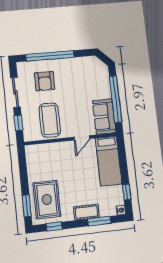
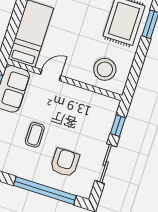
coffee table: (50, 120) -> (35, 135), moved, width x0.54, depth x0.58
stool: (45, 159) -> (105, 69), added

